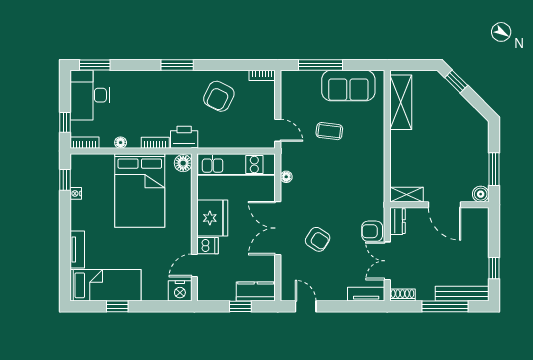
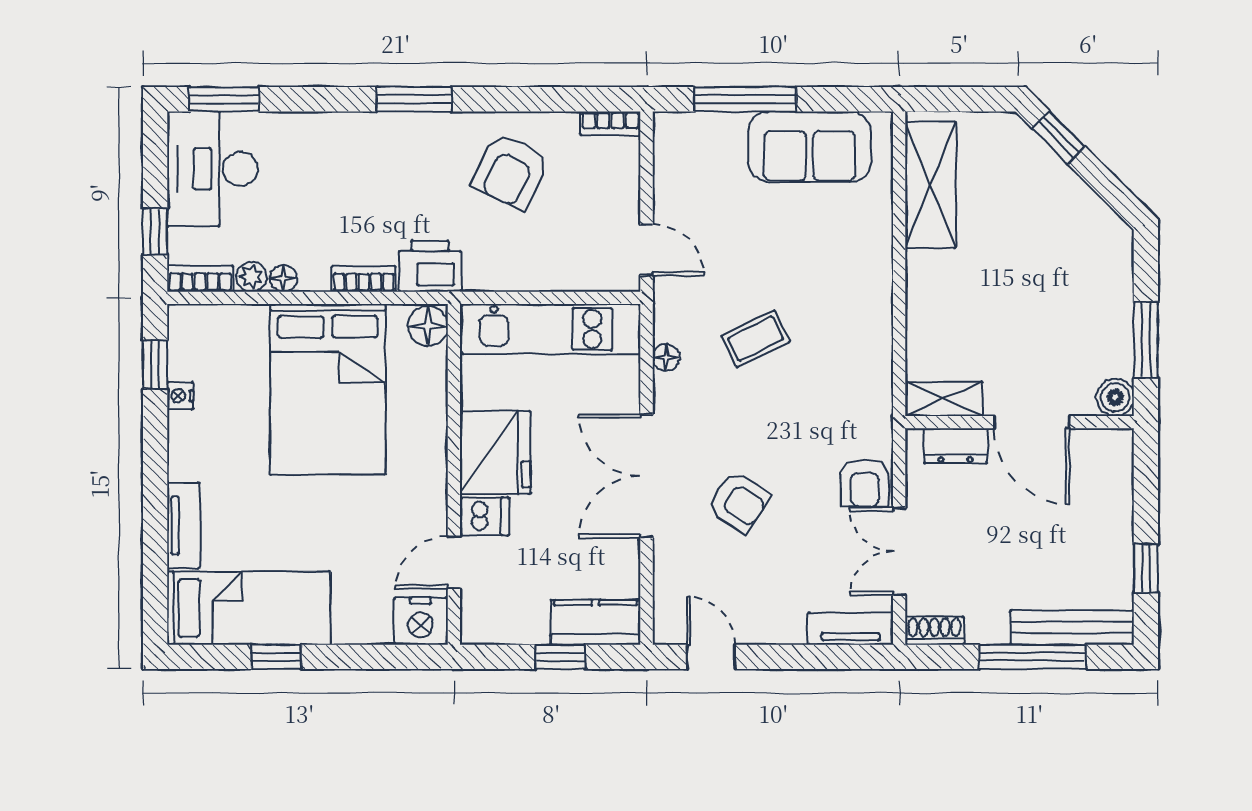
coffee table: (329, 131) -> (756, 339), moved, turned -33
plant: (107, 142) -> (252, 277), added
dresser: (397, 221) -> (956, 446), moved, turned 90
armchair: (372, 231) -> (865, 483), turned -90

